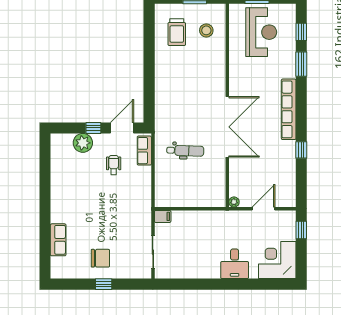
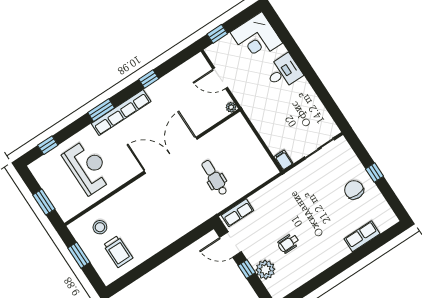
trolley: (177, 32) -> (118, 252), turned 90
reception desk: (261, 32) -> (88, 167), moved, turned 90
window: (301, 64) -> (101, 110), moved
wheelchair: (114, 165) -> (288, 243), moved

